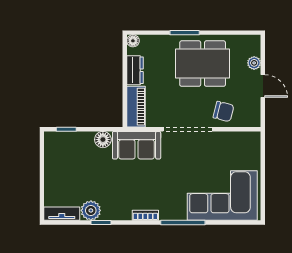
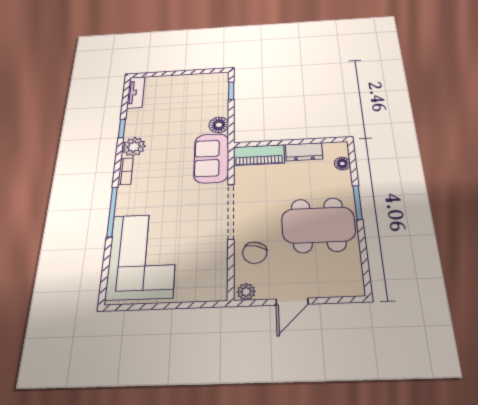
floor lamp: (133, 41) -> (342, 164), moved
plant: (254, 63) -> (246, 292), moved
dining table: (203, 64) -> (318, 225), turned 90
plant: (91, 210) -> (134, 147), moved

